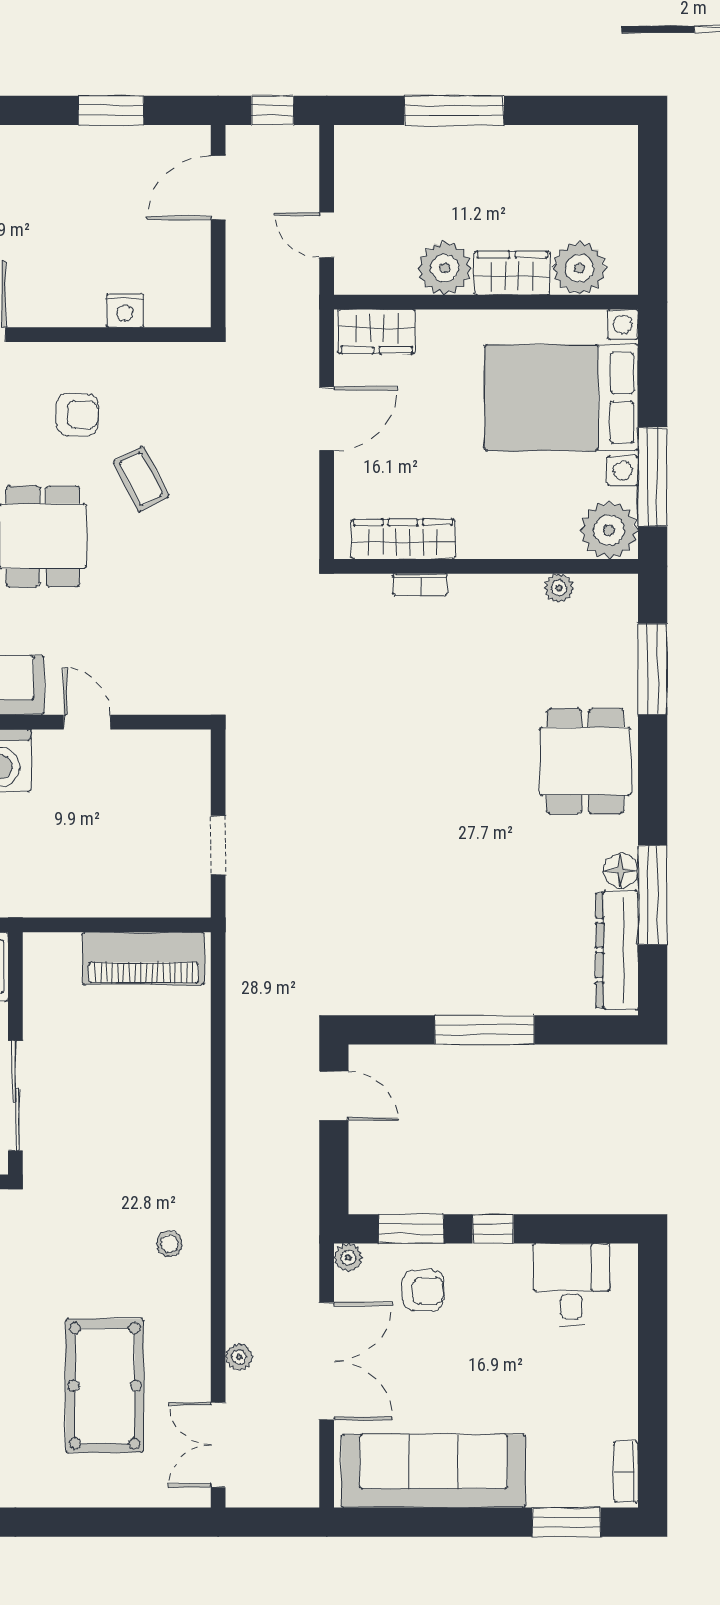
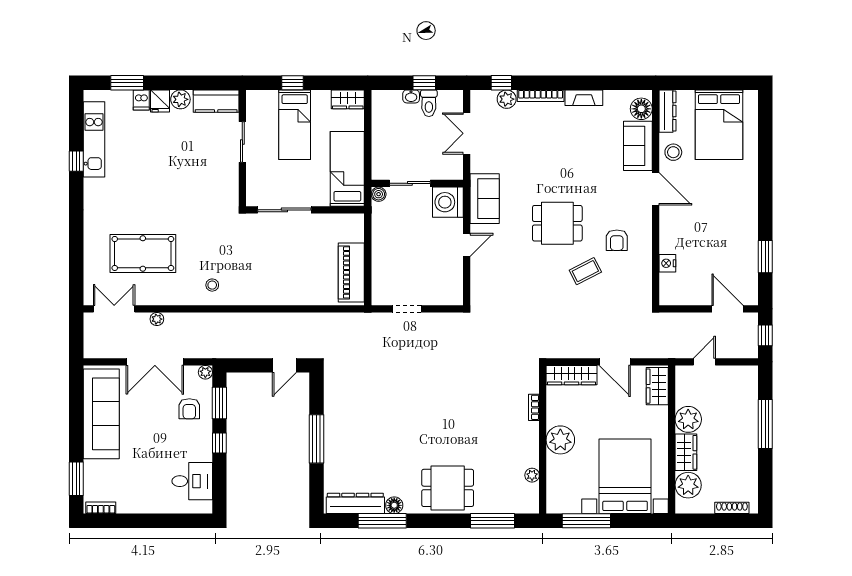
shoe rack: (626, 179) -> (732, 508), added
plant: (609, 530) -> (560, 440), moved
wardrobe: (403, 539) -> (572, 375), moved, turned 90

